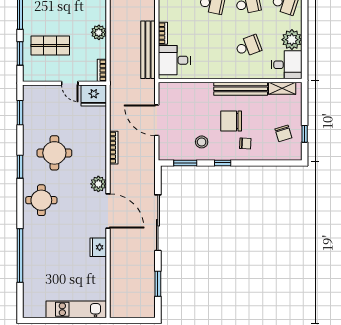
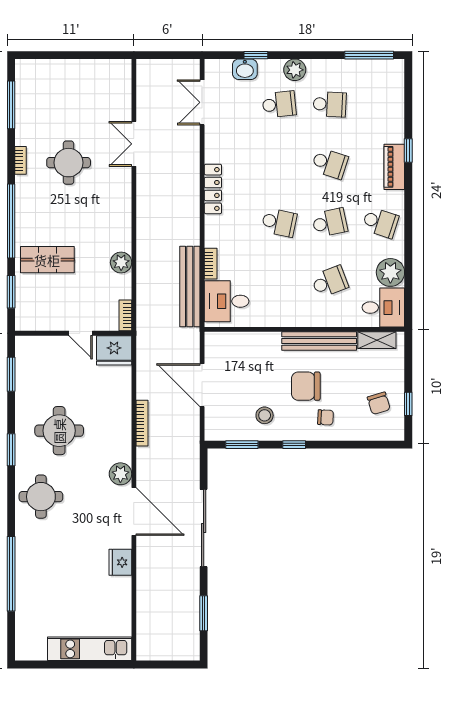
shop shelf: (50, 45) -> (47, 260), moved

